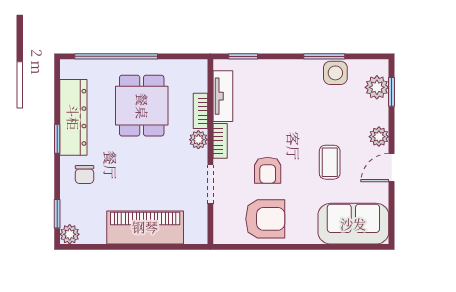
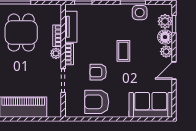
floor lamp: (377, 113) -> (165, 37), added
coffee table: (330, 162) -> (123, 51), moved
armchair: (268, 170) -> (98, 72), turned 90
armchair: (265, 219) -> (97, 102), turned 180

